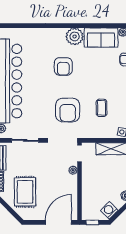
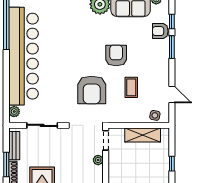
armchair: (63, 66) -> (116, 55), moved, turned 180

